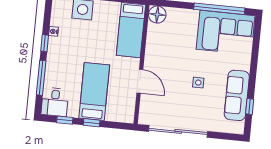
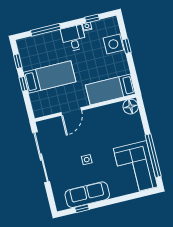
window: (45, 43) -> (92, 19), moved
desk: (55, 102) -> (74, 38), moved, turned 90

